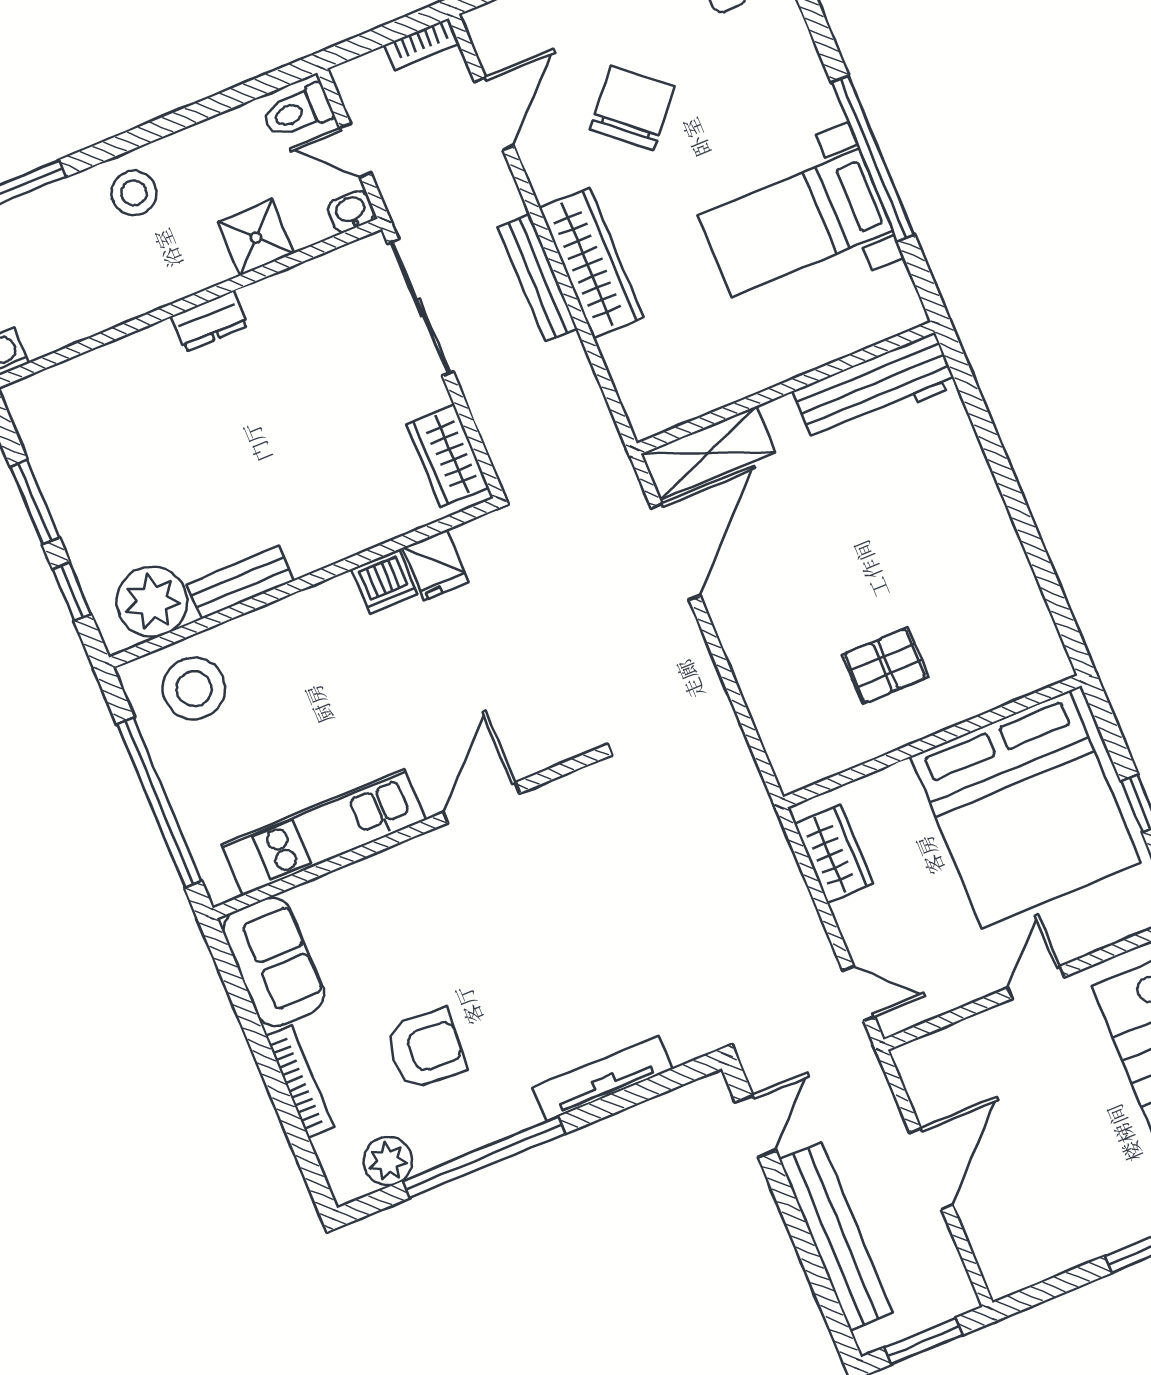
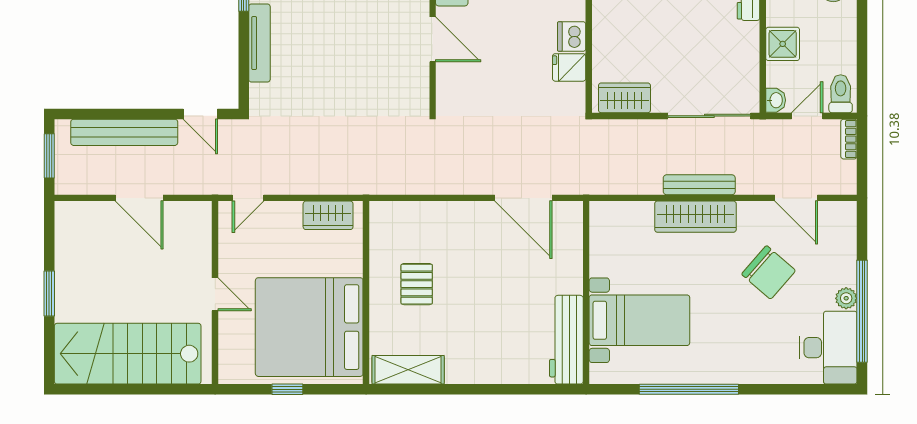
bookcase: (422, 44) -> (849, 139), moved
bed with nightstands: (796, 223) -> (639, 320), moved, turned 90
shelving: (708, 453) -> (408, 370), moved, turned 90

